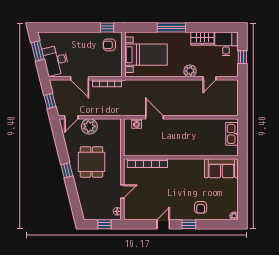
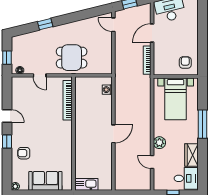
window: (107, 28) -> (202, 60), removed
door: (154, 117) -> (113, 134), moved
plant: (89, 126) -> (104, 43), removed
kitchen sink: (232, 134) -> (86, 184), moved
dining table: (92, 162) -> (72, 58), moved
sofa: (221, 168) -> (45, 181), moved, turned 90
window: (67, 170) -> (45, 24), moved

